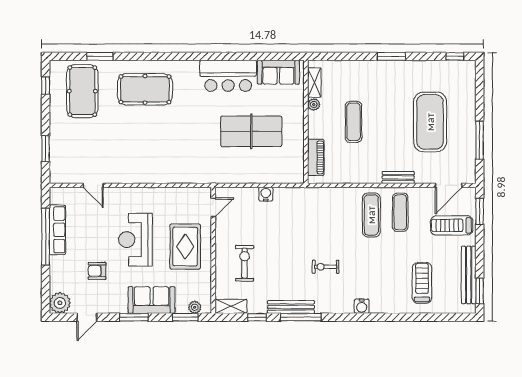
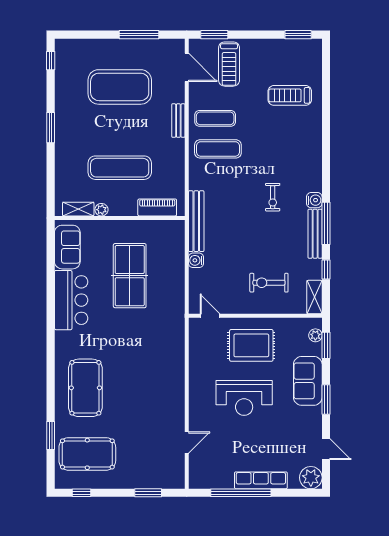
exercise mat: (354, 122) -> (120, 168), width x1.36, depth x1.45
row of seats: (57, 230) -> (261, 480), moved
armchair: (97, 271) -> (277, 438), removed
bench: (469, 275) -> (196, 221), moved, turned 90
water cooler: (362, 306) -> (314, 200), moved

